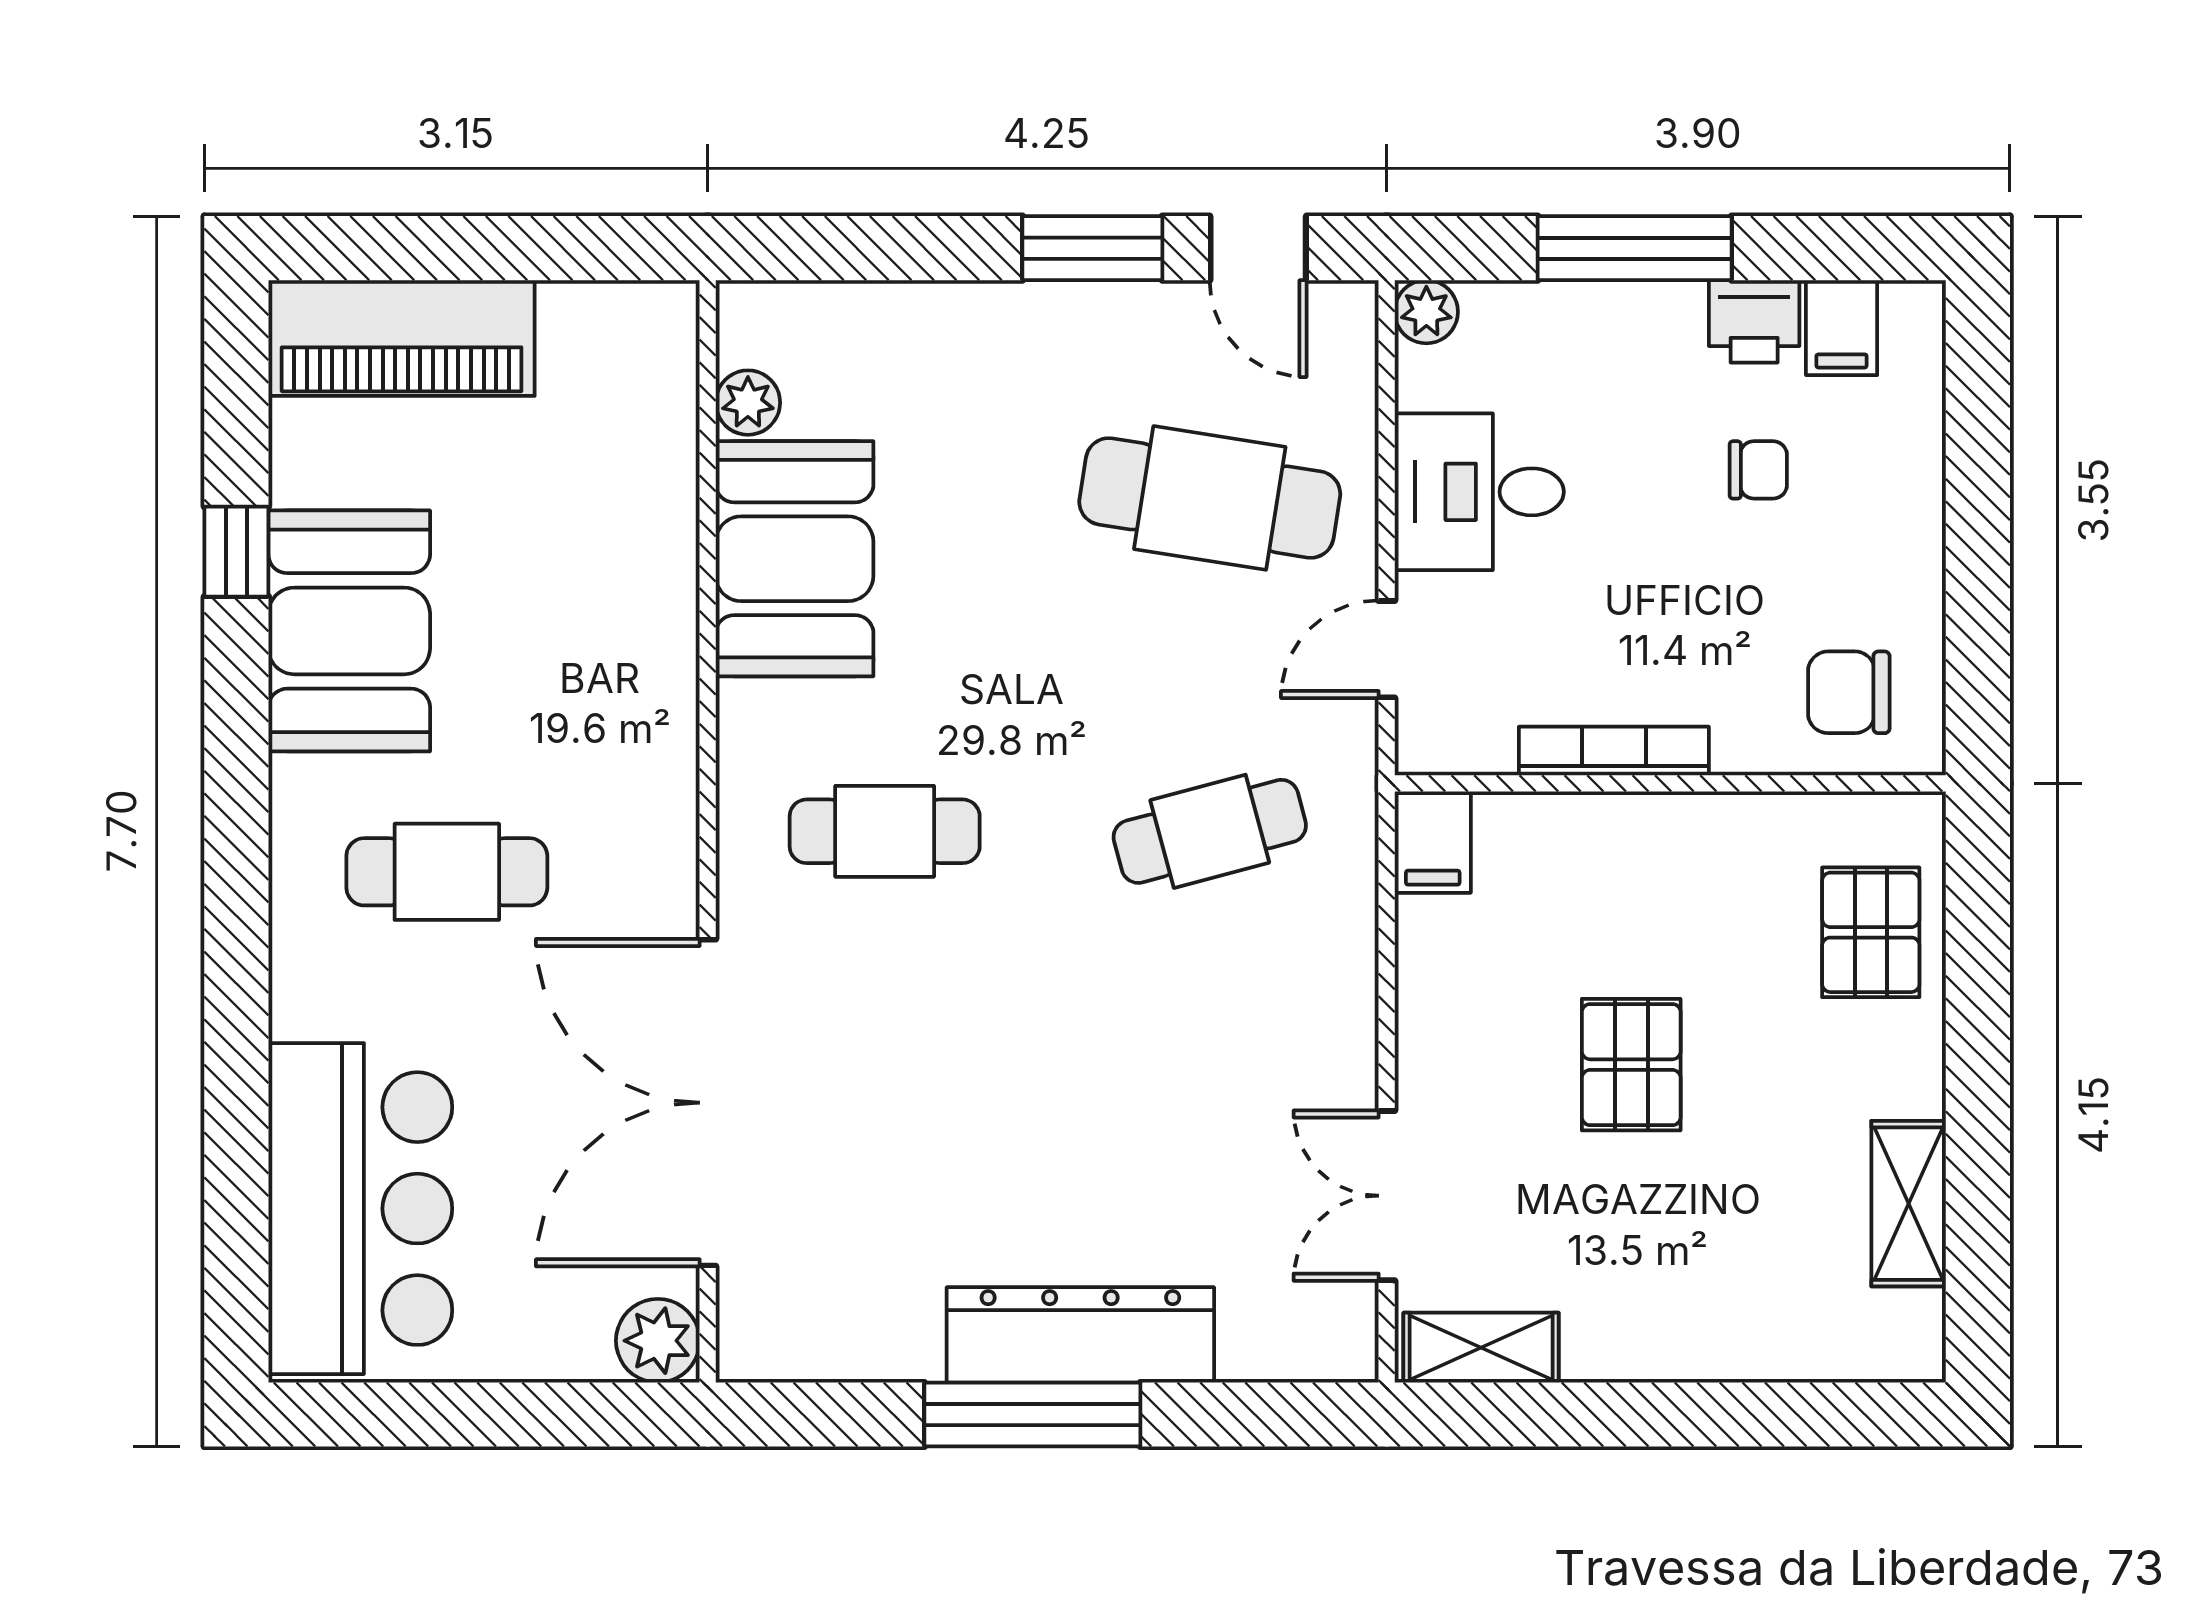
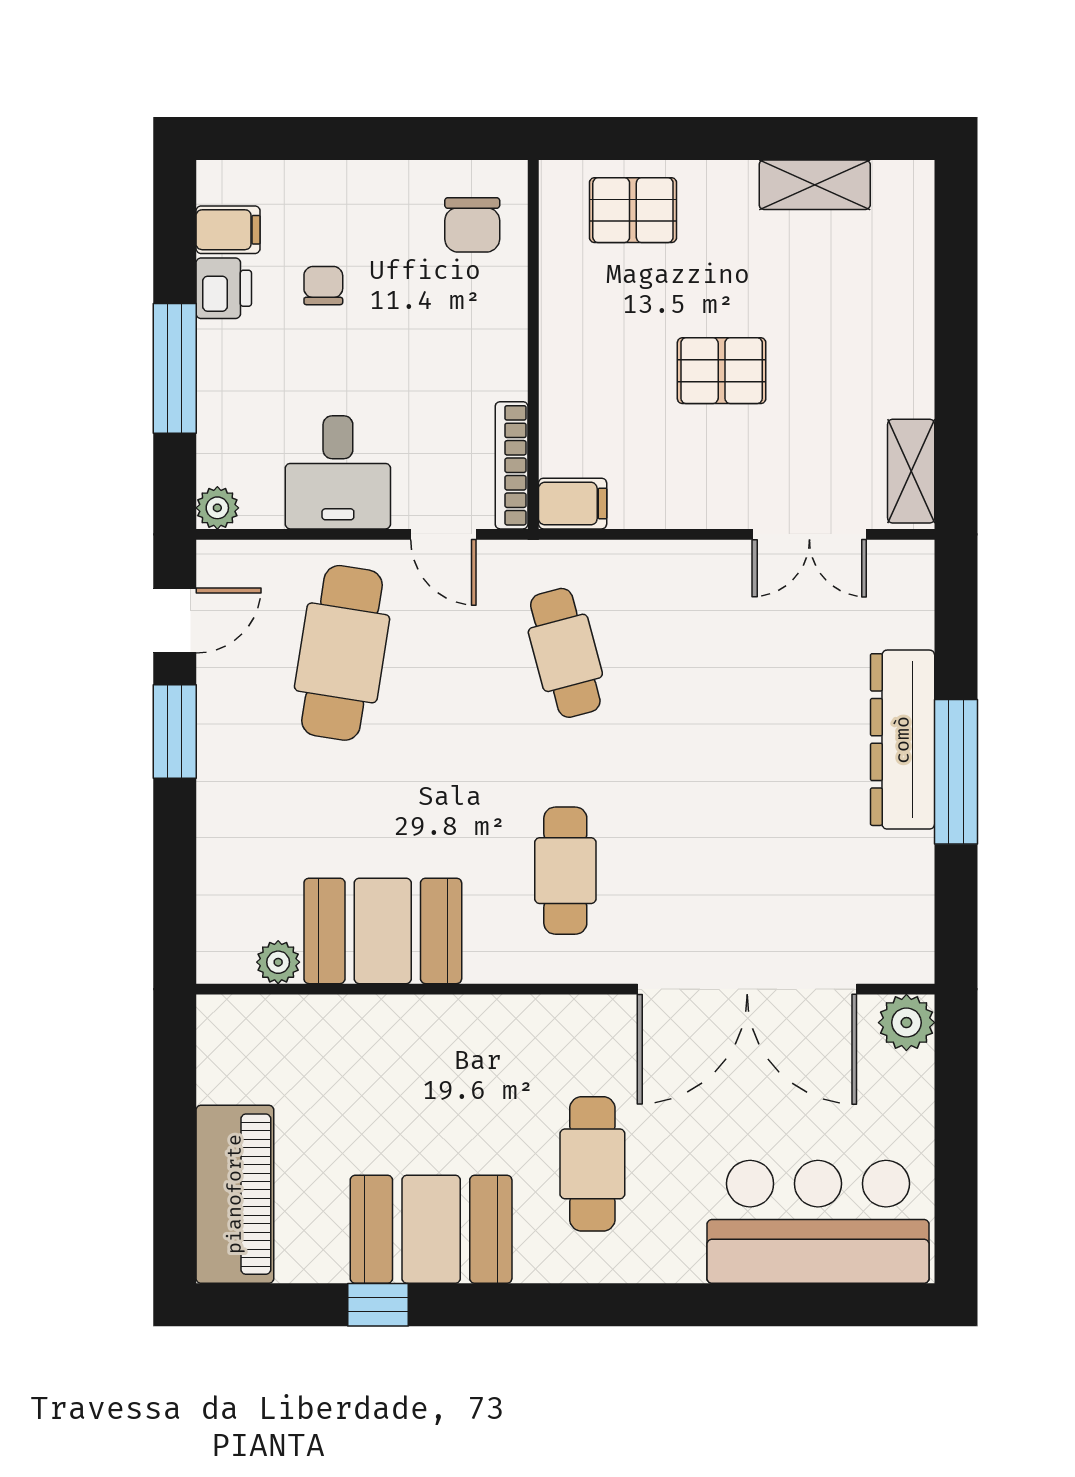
bookcase: (1614, 751) -> (512, 465), moved

